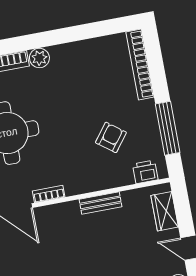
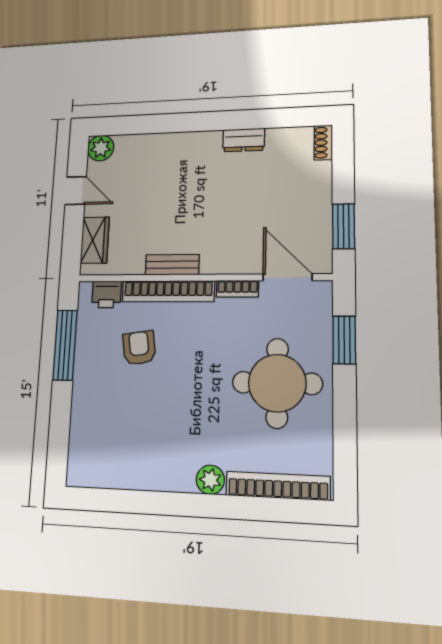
bookcase: (140, 64) -> (168, 291), moved, turned 90
armchair: (111, 137) -> (139, 348), turned 135

